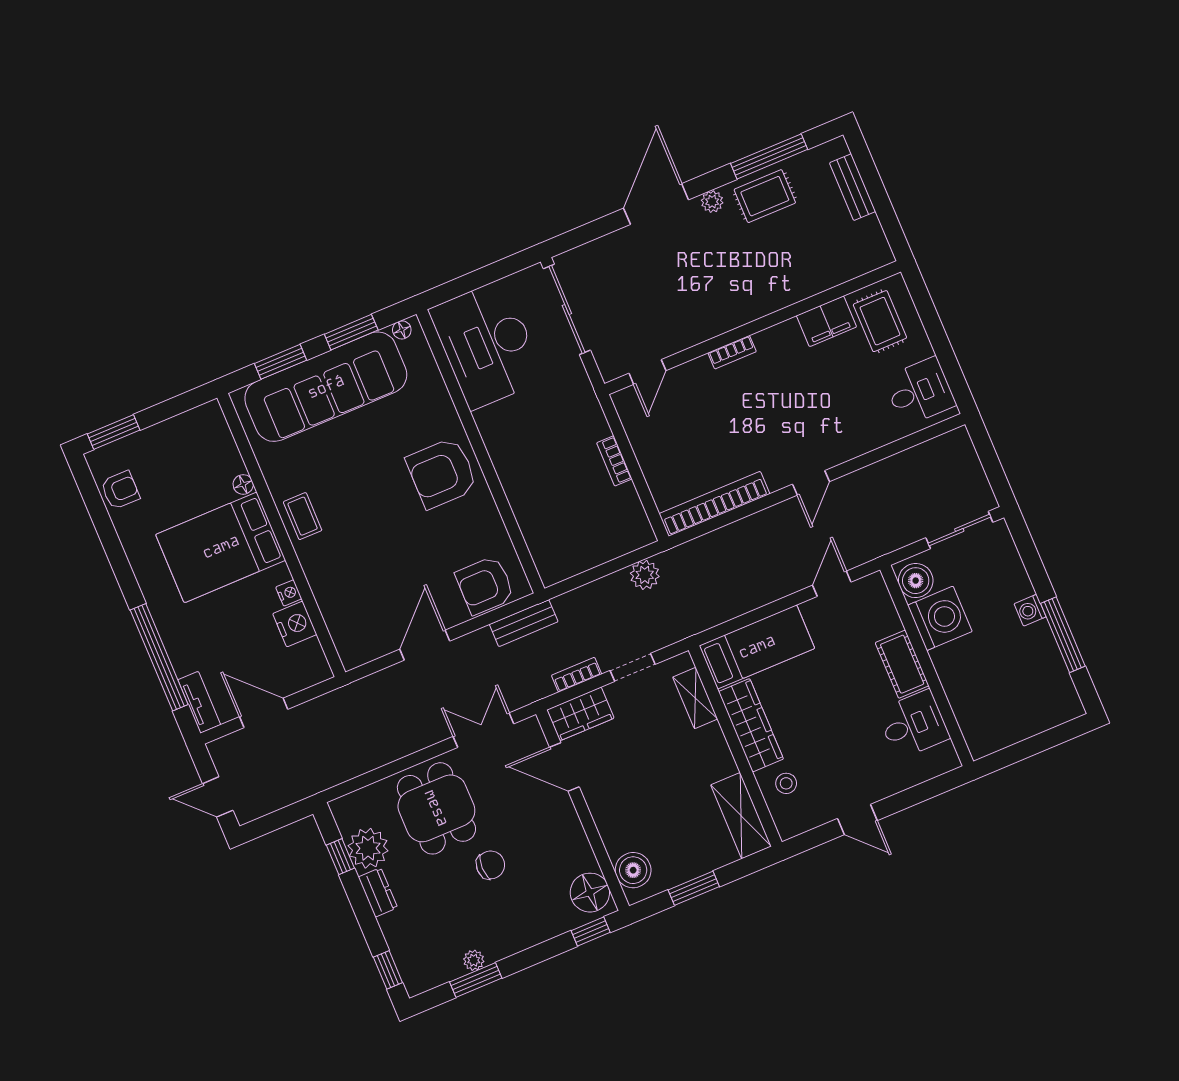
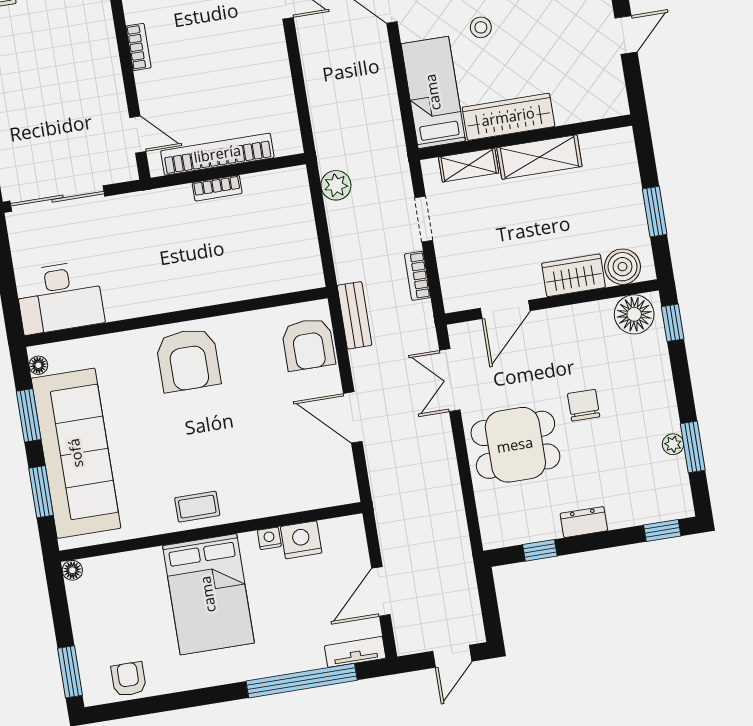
desk: (487, 345) -> (60, 297), width x0.73, depth x0.77
floor lamp: (243, 484) -> (72, 570), moved
bookcase: (714, 504) -> (217, 154), moved, turned 90
wardrobe: (581, 714) -> (574, 275), moved, turned -90
stool: (786, 783) -> (481, 27), moved
shelving: (741, 816) -> (539, 157), moved
plant: (368, 848) -> (538, 521), removed

